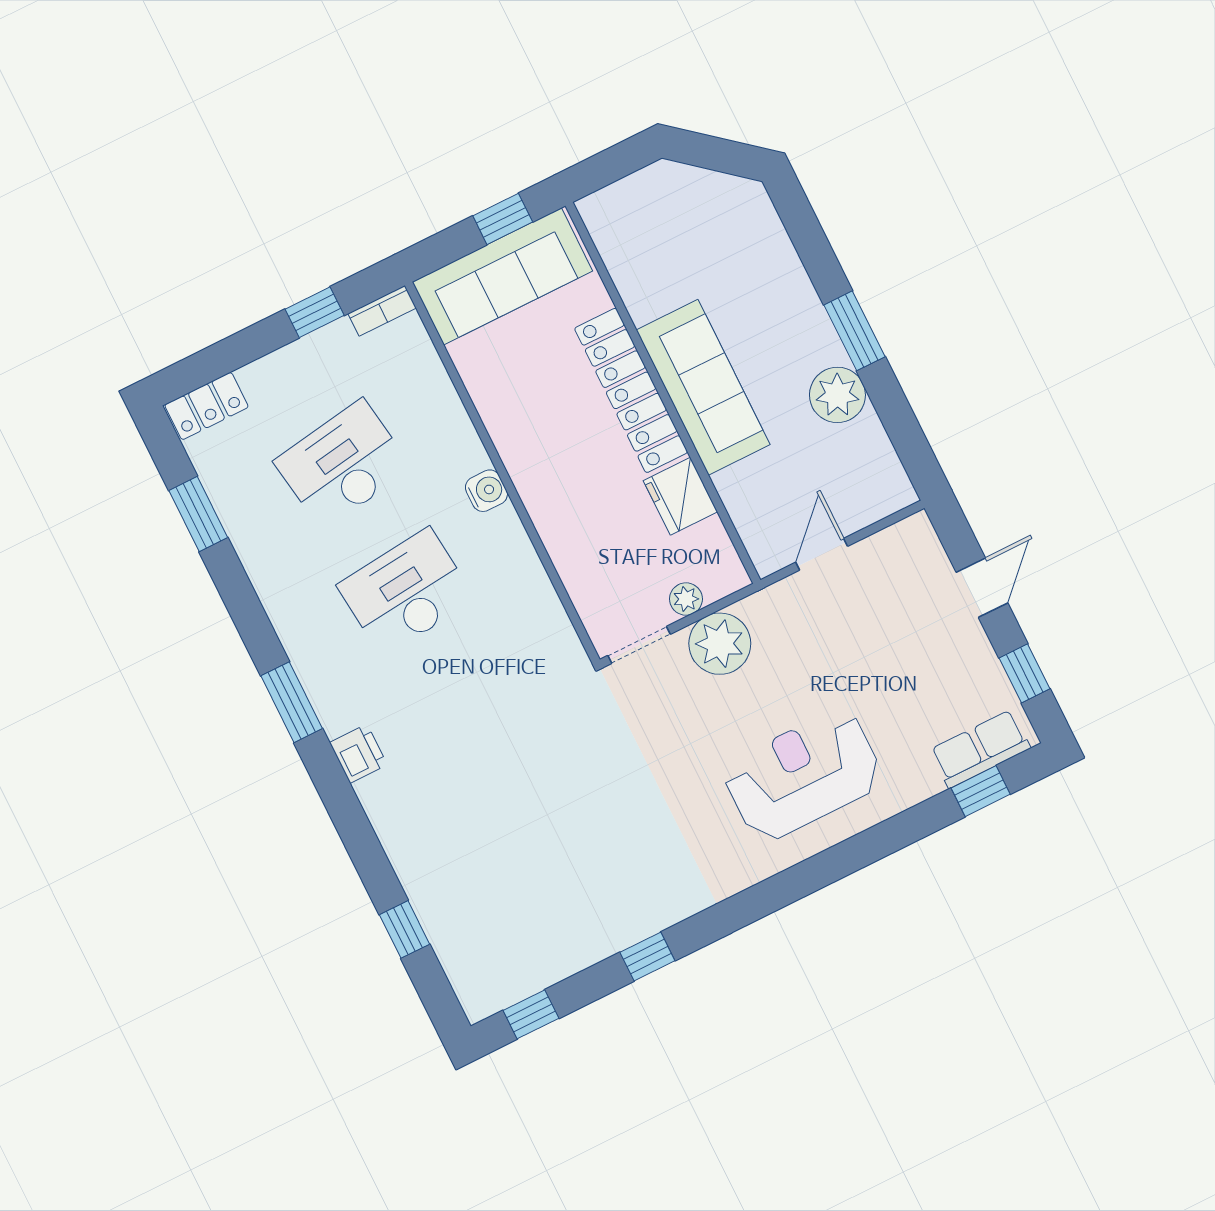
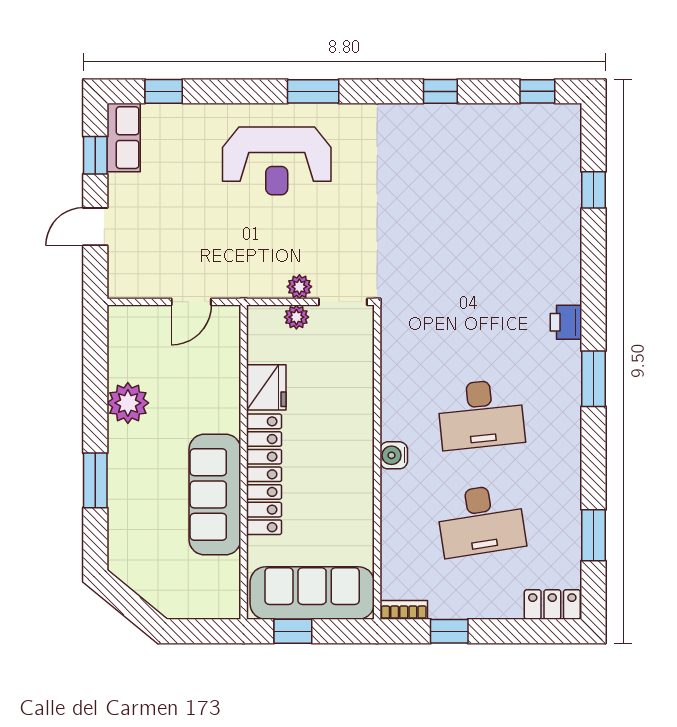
window: (855, 331) -> (95, 480), moved
sofa: (703, 387) -> (215, 494), moved
plant: (720, 644) -> (299, 287), width x0.53, depth x0.53
row of seats: (980, 749) -> (124, 138), moved, turned -90
window: (801, 880) -> (313, 91), added

